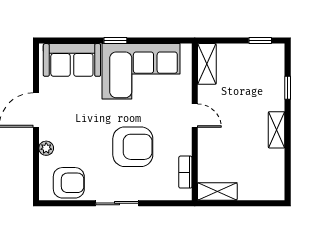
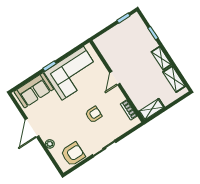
shelving: (207, 64) -> (174, 79), moved
door: (195, 116) -> (115, 78), swing flipped
armchair: (133, 147) -> (94, 114), width x0.53, depth x0.53

